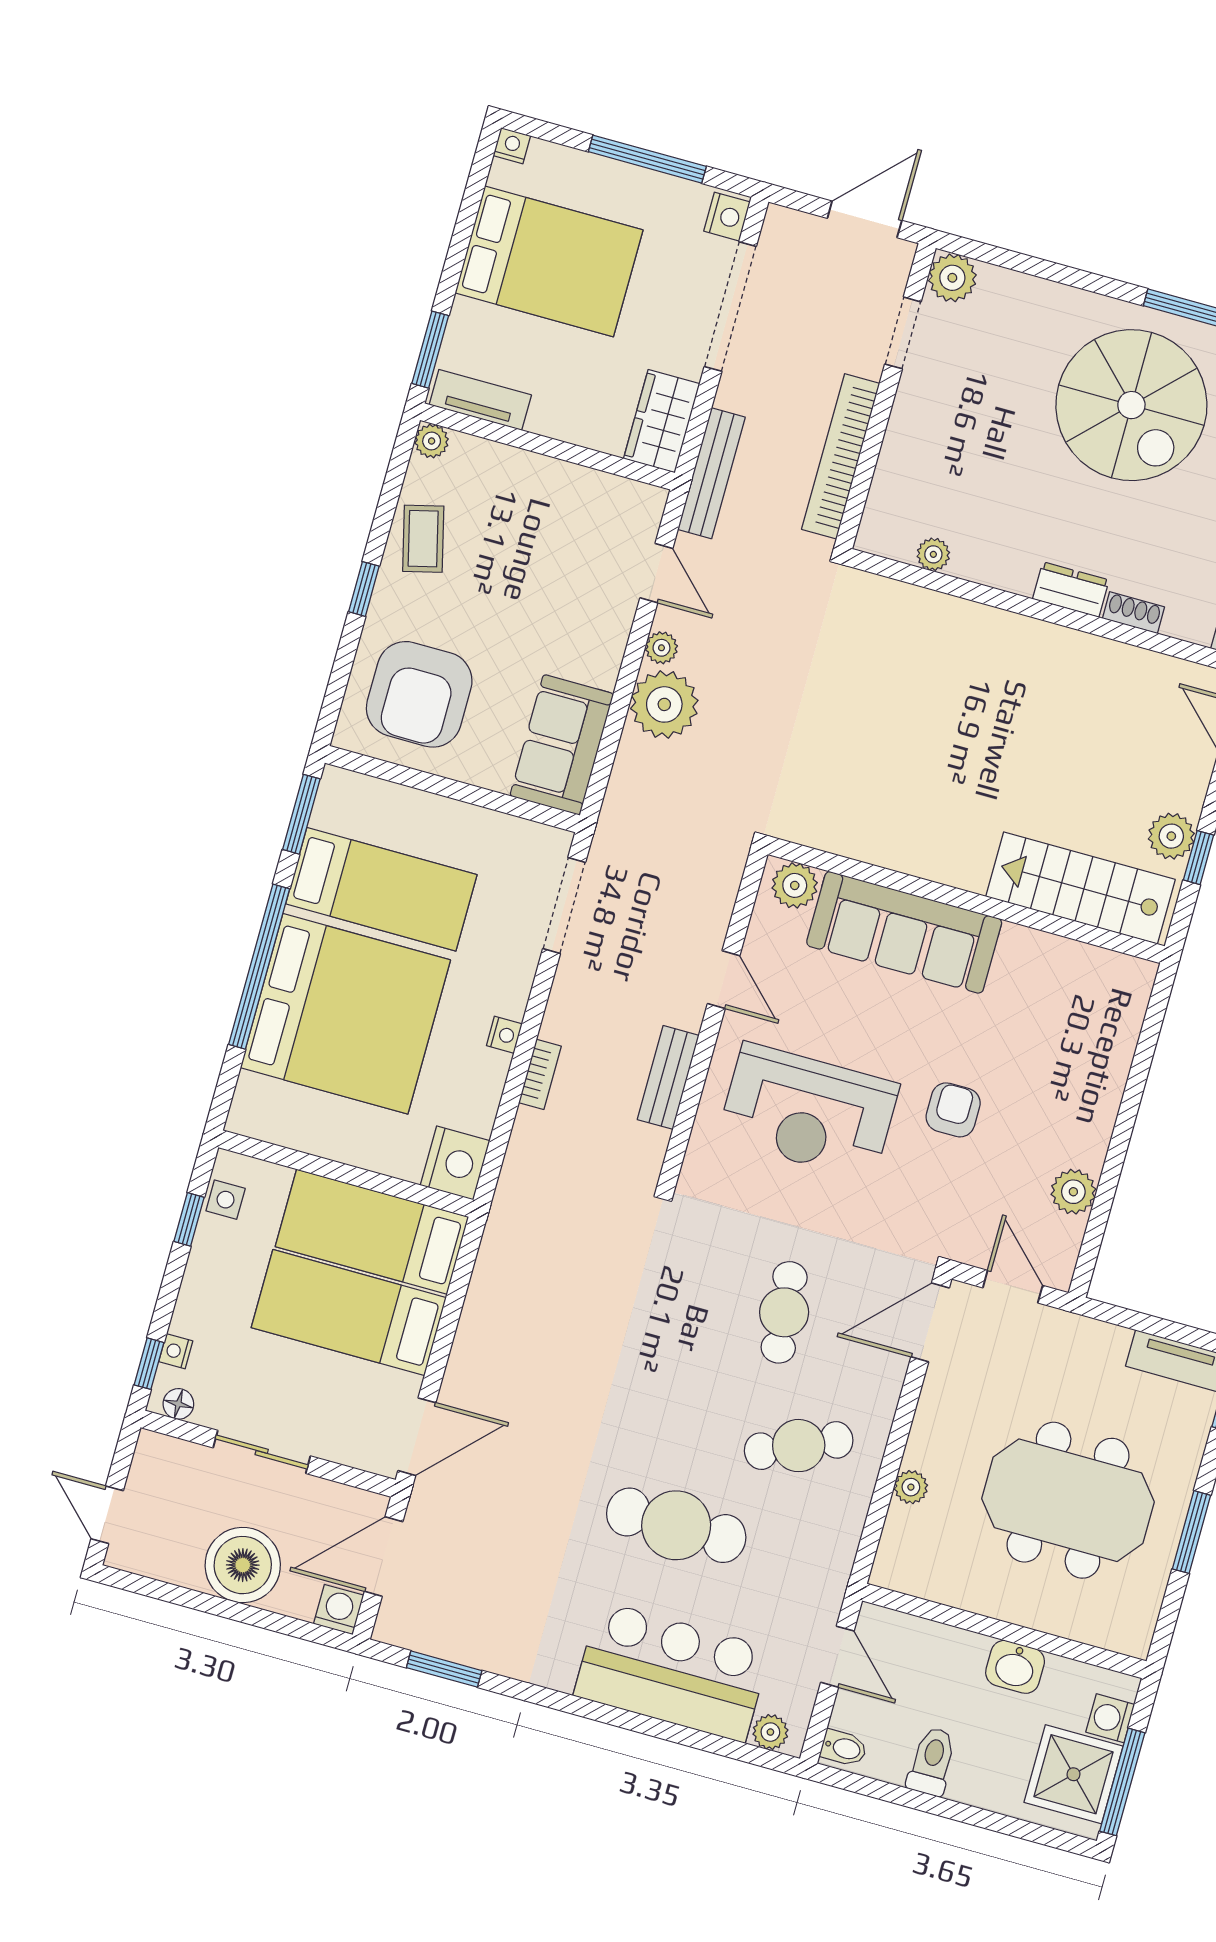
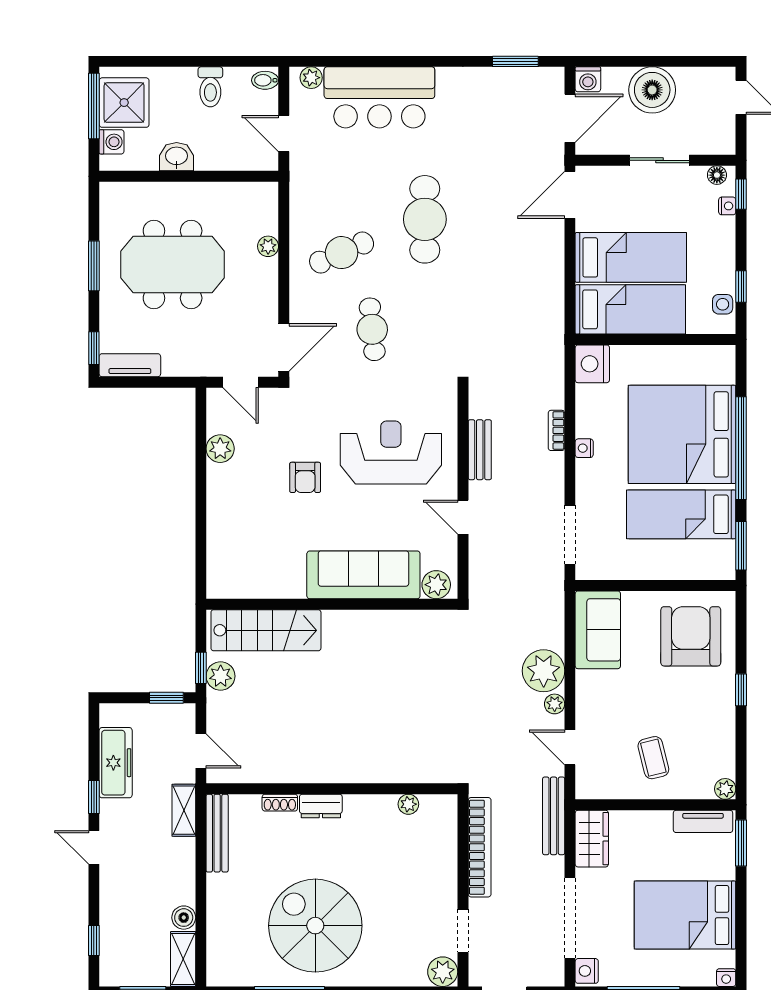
coffee table: (423, 539) -> (653, 758), moved
cafe table: (676, 1525) -> (425, 219), moved, turned 90

